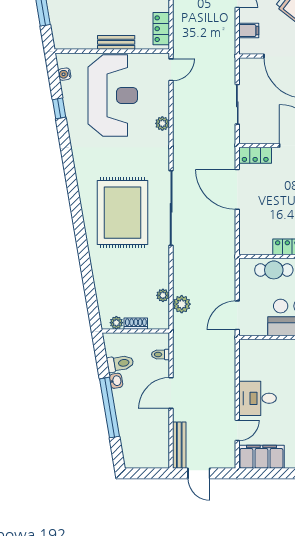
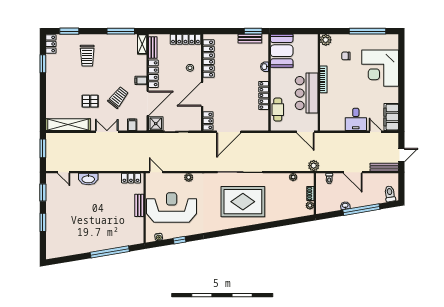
shower: (251, 69) -> (156, 124), added
plant: (182, 304) -> (314, 166), moved
toilet: (120, 363) -> (390, 194), moved

